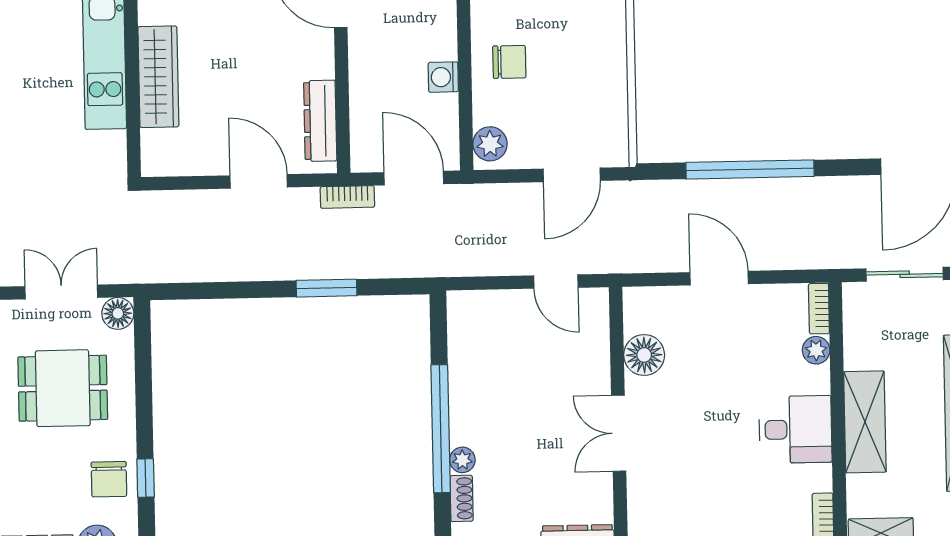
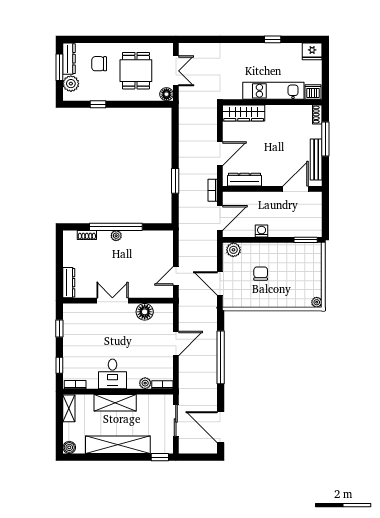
chair: (509, 62) -> (261, 274), moved, turned 180
wardrobe: (158, 77) -> (244, 113), moved
plant: (462, 460) -> (116, 236), moved
chair: (109, 479) -> (99, 64), moved

